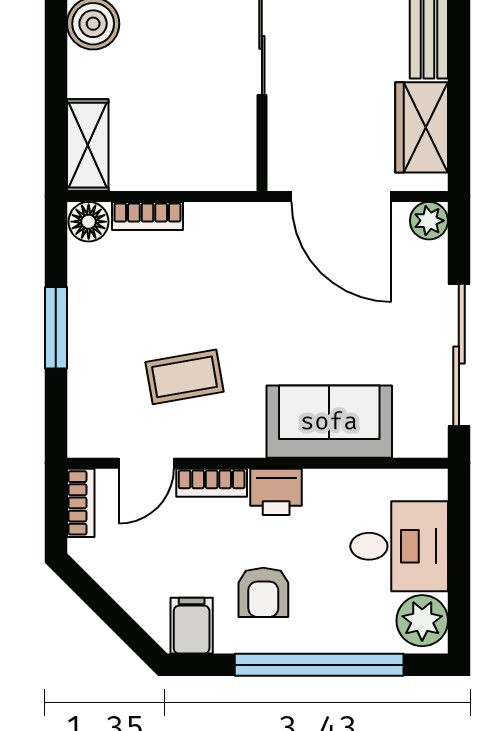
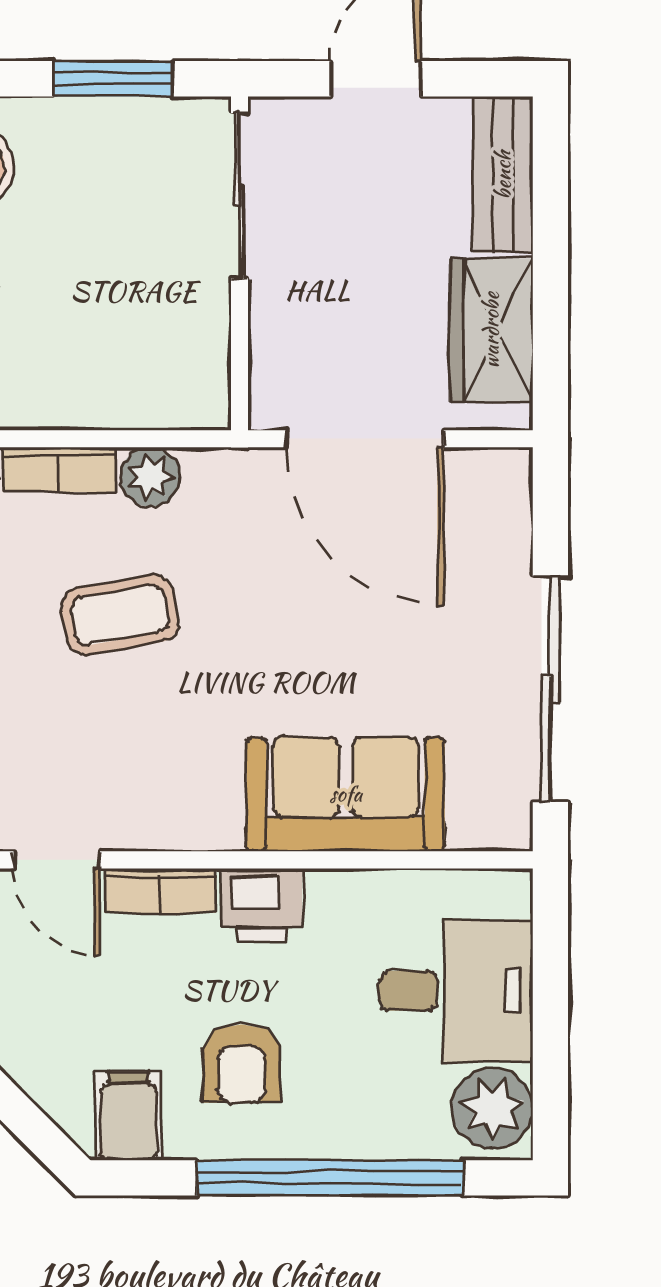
plant: (429, 221) -> (150, 477), moved
coffee table: (184, 377) -> (120, 615), moved
door: (146, 463) -> (57, 860), hinge flipped

